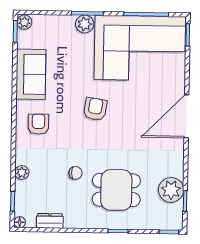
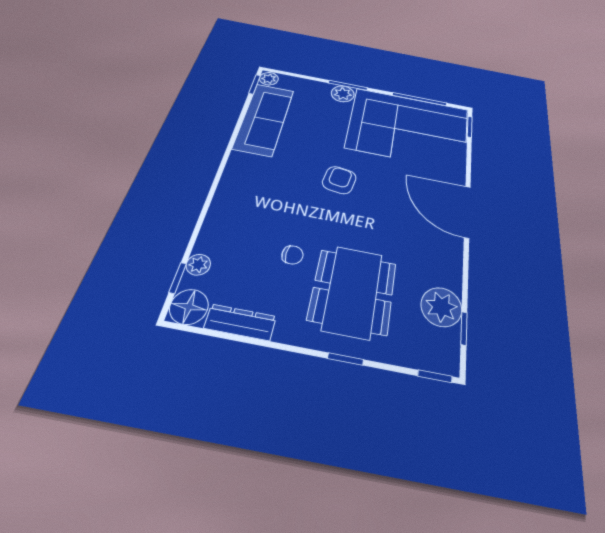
sofa: (31, 74) -> (264, 119), width x1.36
door: (186, 116) -> (467, 212), hinge flipped
armchair: (38, 124) -> (254, 183), removed
plant: (22, 173) -> (198, 265), moved
dining table: (116, 190) -> (353, 291), width x1.38
dresser: (50, 221) -> (240, 322), width x1.44
floor lamp: (20, 222) -> (189, 307), width x1.89, depth x1.89

